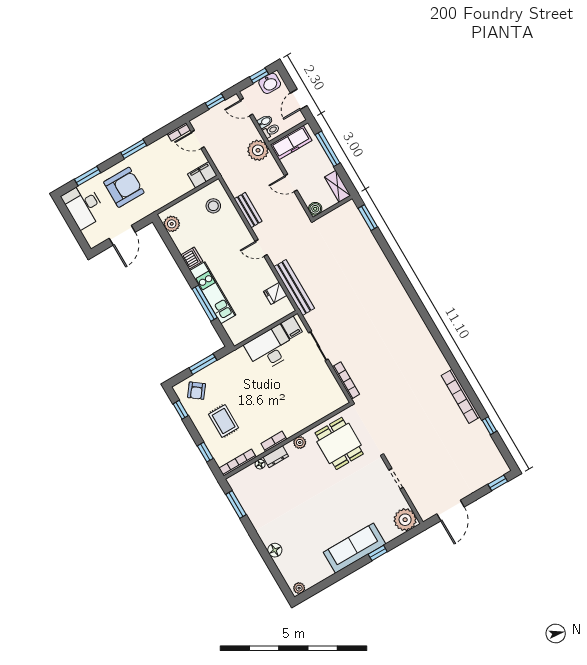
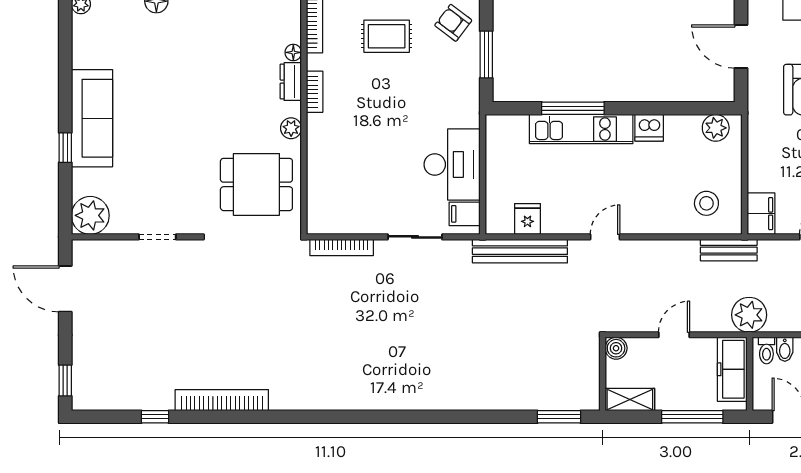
bench: (248, 210) -> (729, 250), moved

